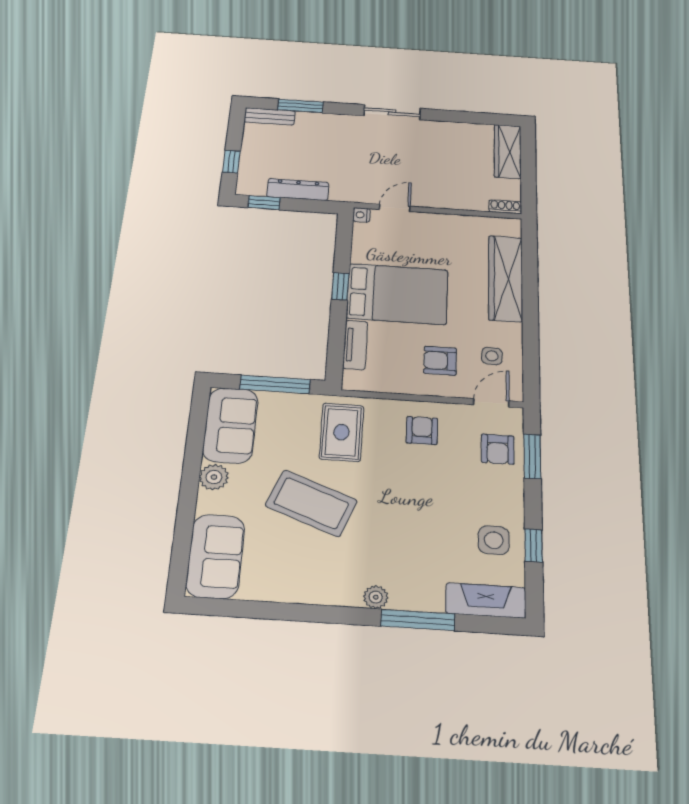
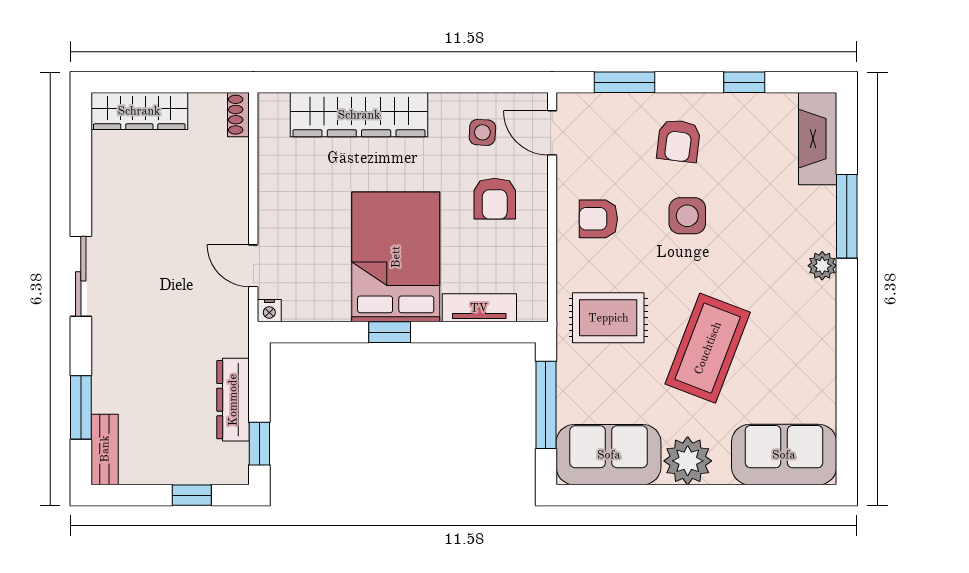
armchair: (498, 449) -> (679, 141), moved, turned 97
plant: (214, 477) -> (688, 461), width x1.36, depth x1.36
side table: (494, 540) -> (687, 216), moved

